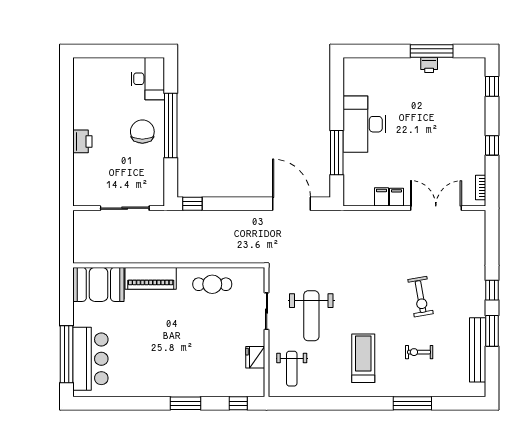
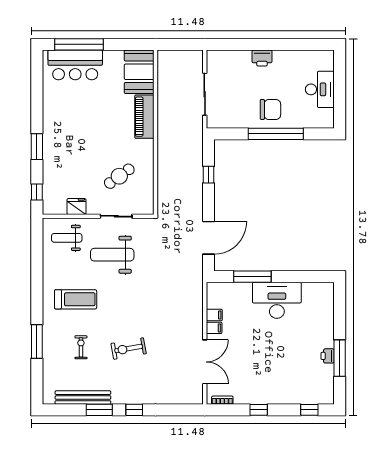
desk: (148, 79) -> (320, 89), moved, turned -90
window: (192, 204) -> (208, 175), moved
cafe table: (212, 284) -> (119, 176), moved, turned 54

